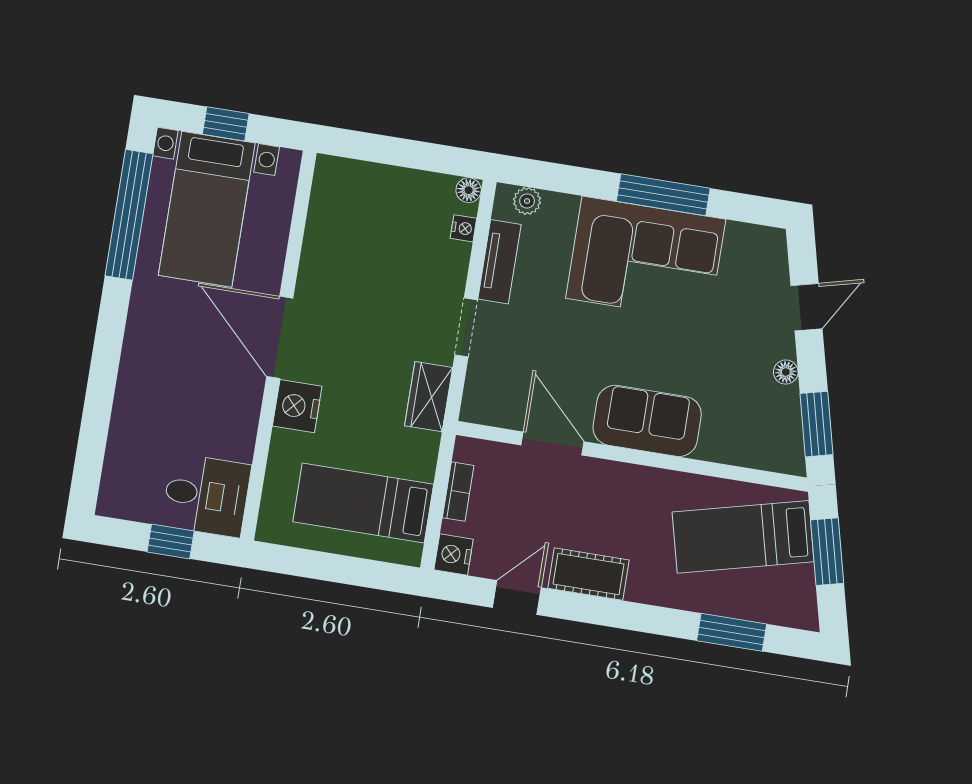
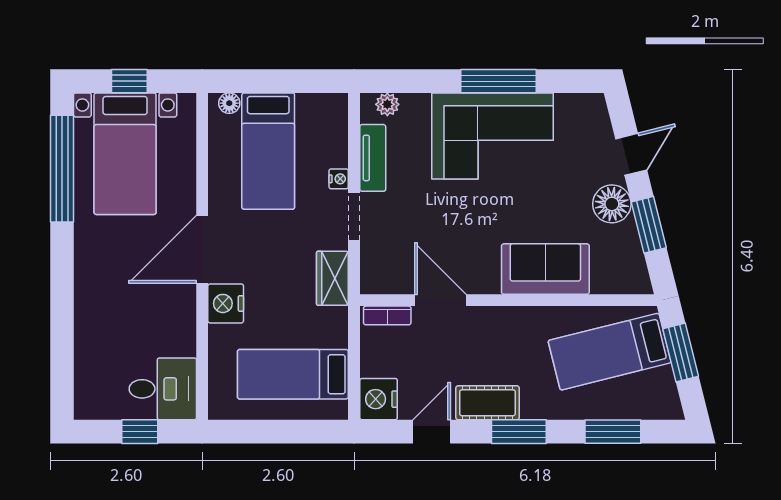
floor lamp: (469, 190) -> (229, 103), moved
nightstand: (463, 228) -> (339, 179), moved
bed: (377, 234) -> (268, 151), added
door: (280, 337) -> (202, 249), hinge flipped
floor lamp: (786, 372) -> (612, 204), width x1.89, depth x1.89
sofa: (647, 421) -> (545, 269), moved
window: (816, 424) -> (649, 225), moved
bookcase: (458, 492) -> (387, 315), moved, turned 90
nightstand: (454, 554) -> (379, 399), width x1.36, depth x1.33
window: (620, 614) -> (519, 432), added

